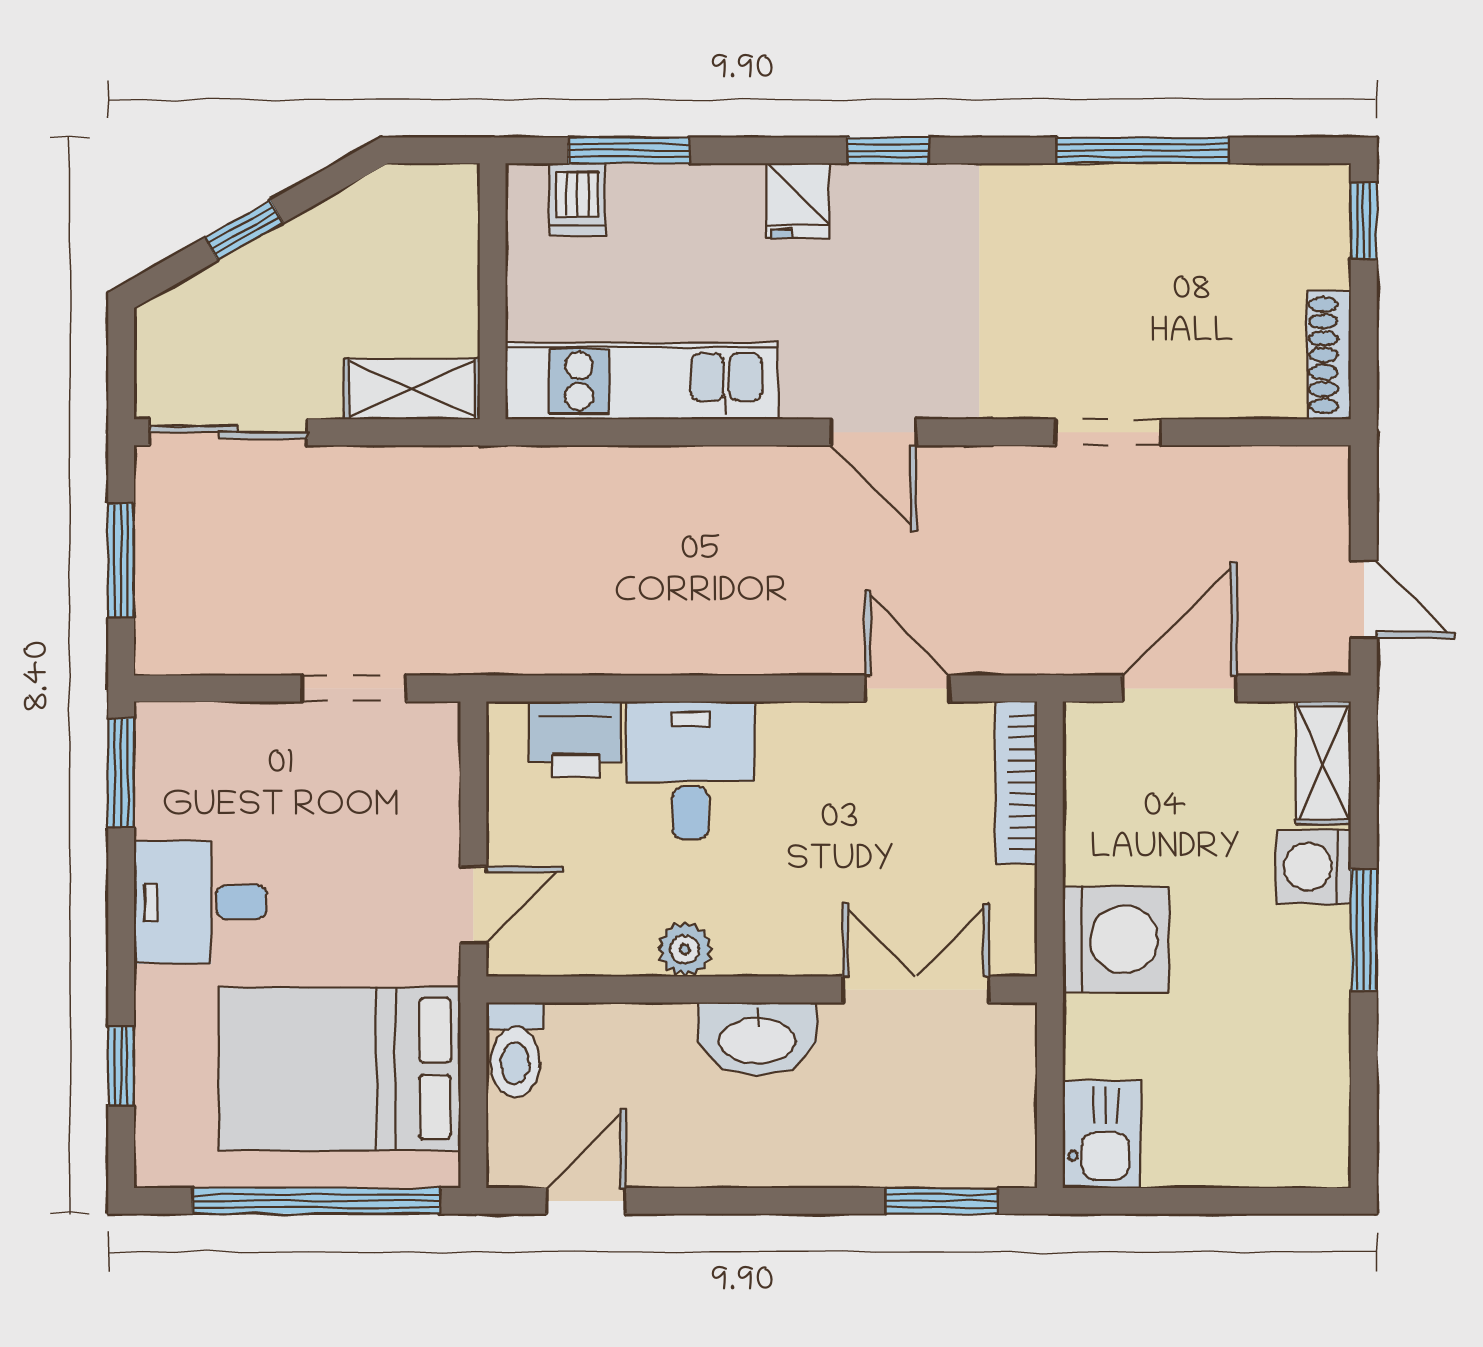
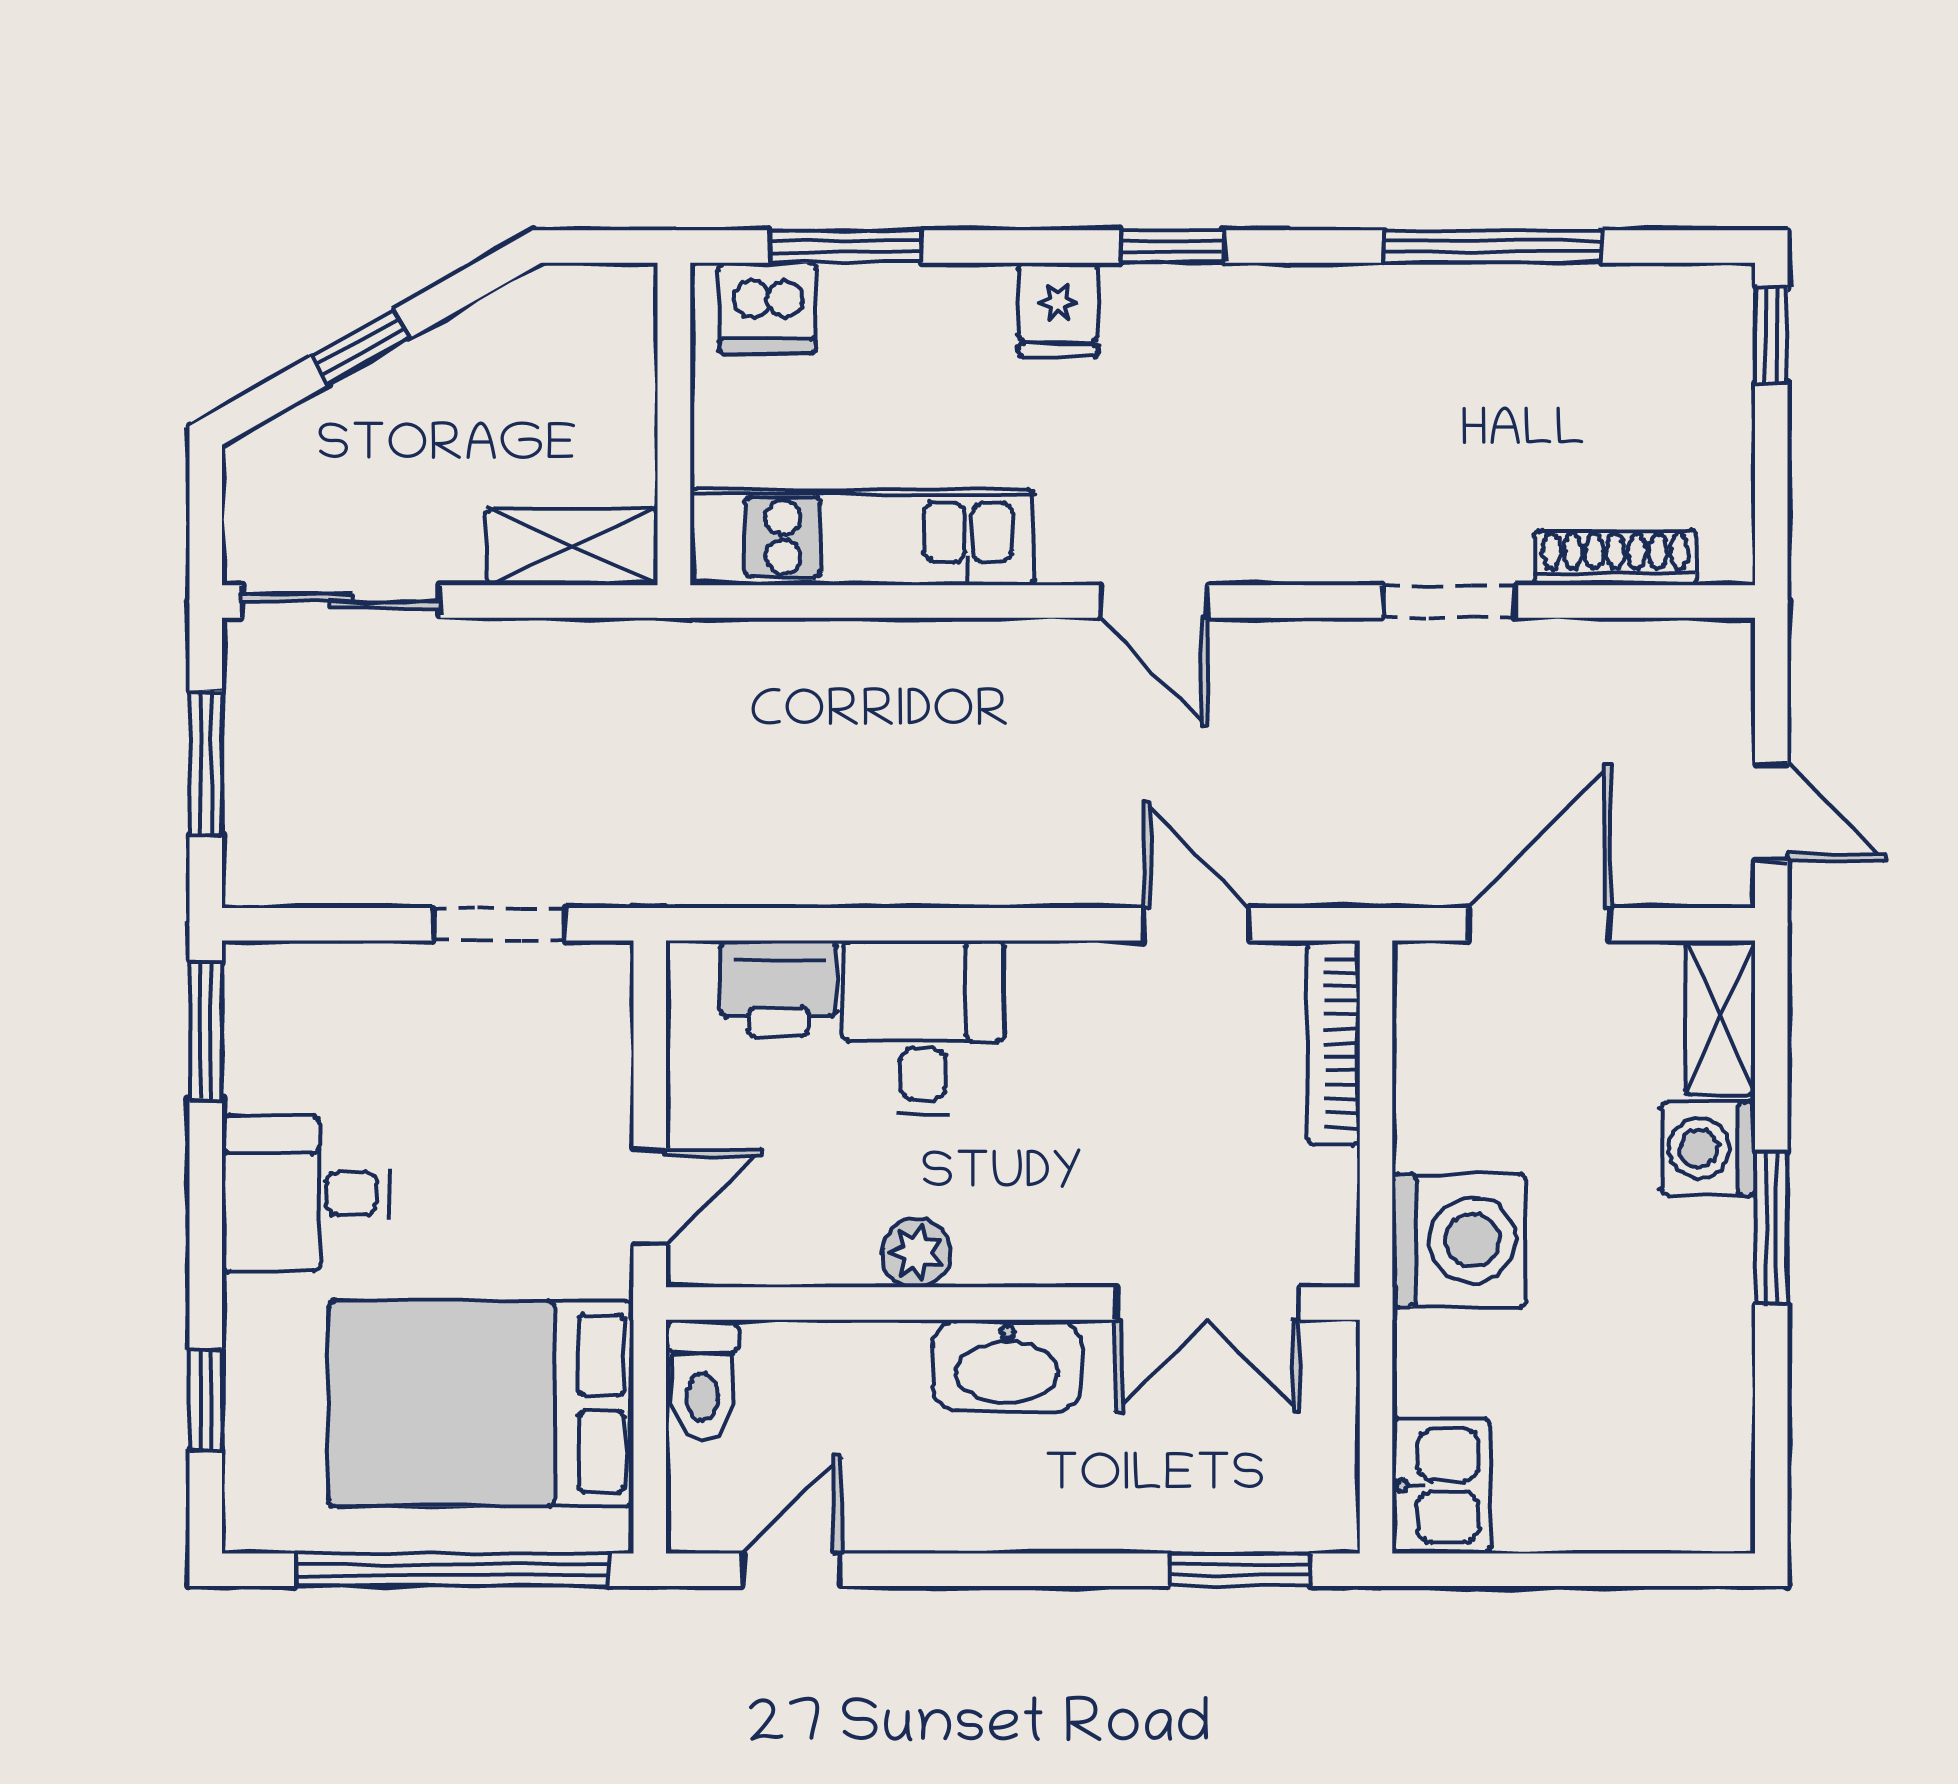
dishwasher: (577, 199) -> (767, 308), width x1.38
shoe rack: (1329, 355) -> (1615, 558), moved, turned 90
double door: (916, 990) -> (1207, 1304), swing flipped

